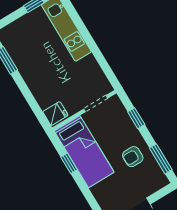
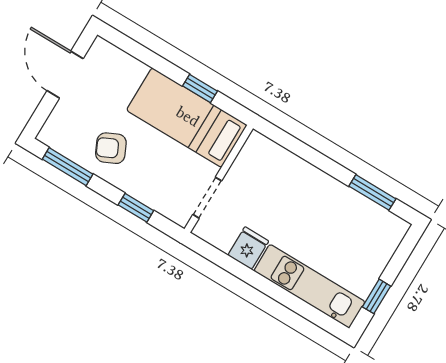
fridge: (55, 114) -> (248, 248), moved, turned 180
armchair: (133, 157) -> (111, 148), turned -115

